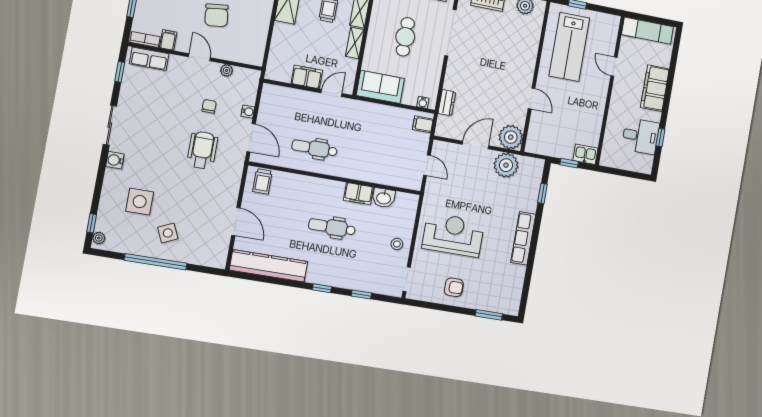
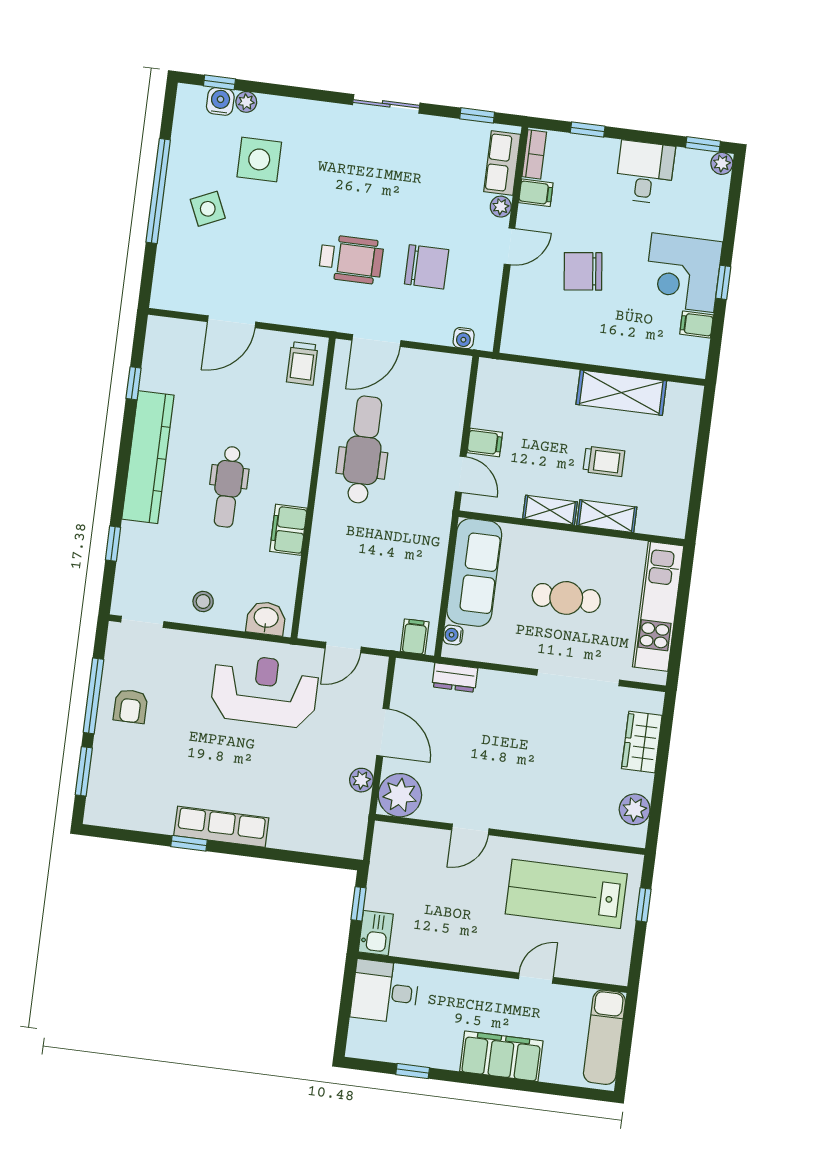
plant: (227, 70) -> (501, 207), moved
filing cabinet: (307, 77) -> (485, 442), width x0.50
sofa: (380, 87) -> (474, 572), width x1.36
chair: (209, 106) -> (427, 267), width x1.87, depth x1.87
water cooler: (248, 112) -> (464, 338), moved
desk: (640, 136) -> (385, 992), moved, turned 90
dental chair: (314, 148) -> (364, 450), width x1.36, depth x1.38
water cooler: (115, 160) -> (220, 101), moved
plant: (506, 165) -> (361, 780), width x0.53, depth x0.53
trolley: (262, 181) -> (302, 363), turned -90
window: (542, 193) -> (189, 843), moved
washbasin: (384, 198) -> (266, 618), moved, turned 90
dental chair: (332, 227) -> (228, 487), turned 180
reception desk: (453, 235) -> (265, 691), moved, turned -90
plant: (99, 238) -> (246, 102), moved
kitchen counter: (268, 266) -> (148, 457), moved
window: (322, 288) -> (134, 383), moved
window: (447, 308) -> (93, 696), added

